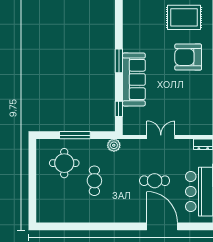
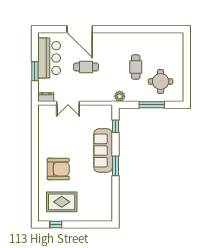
double door: (161, 137) -> (68, 103), moved

